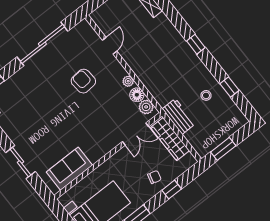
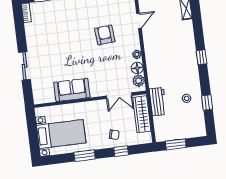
sofa: (69, 169) -> (72, 90), moved

